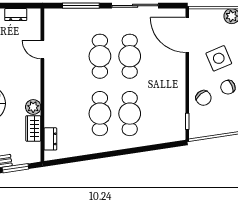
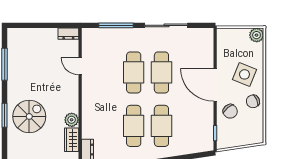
dresser: (16, 15) -> (68, 34), moved
door: (187, 35) -> (215, 85), moved
side table: (219, 58) -> (244, 74), turned 45

